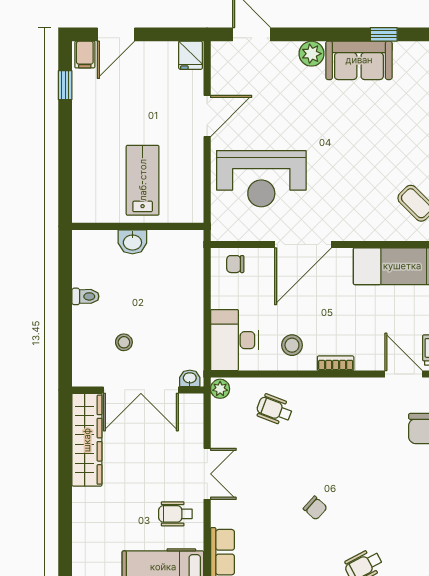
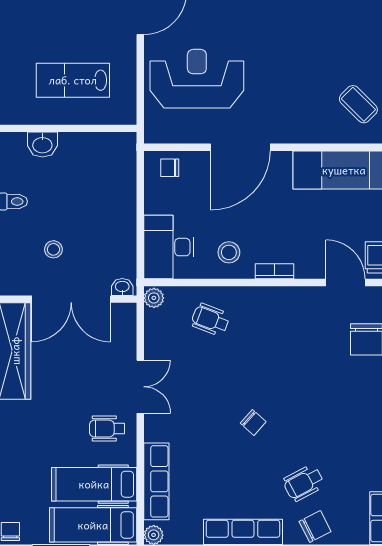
reception desk: (261, 179) -> (197, 79), turned 180
lab bench: (143, 180) -> (73, 80), turned -90
washbasin: (132, 242) -> (42, 144), moved

